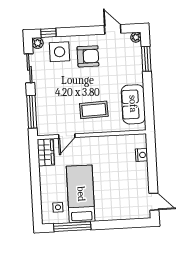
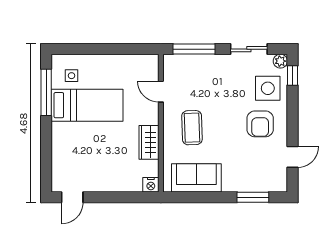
plant: (136, 37) -> (281, 186), removed
wardrobe: (46, 152) -> (149, 142), moved, turned 90
nightstand: (142, 155) -> (151, 185), moved

